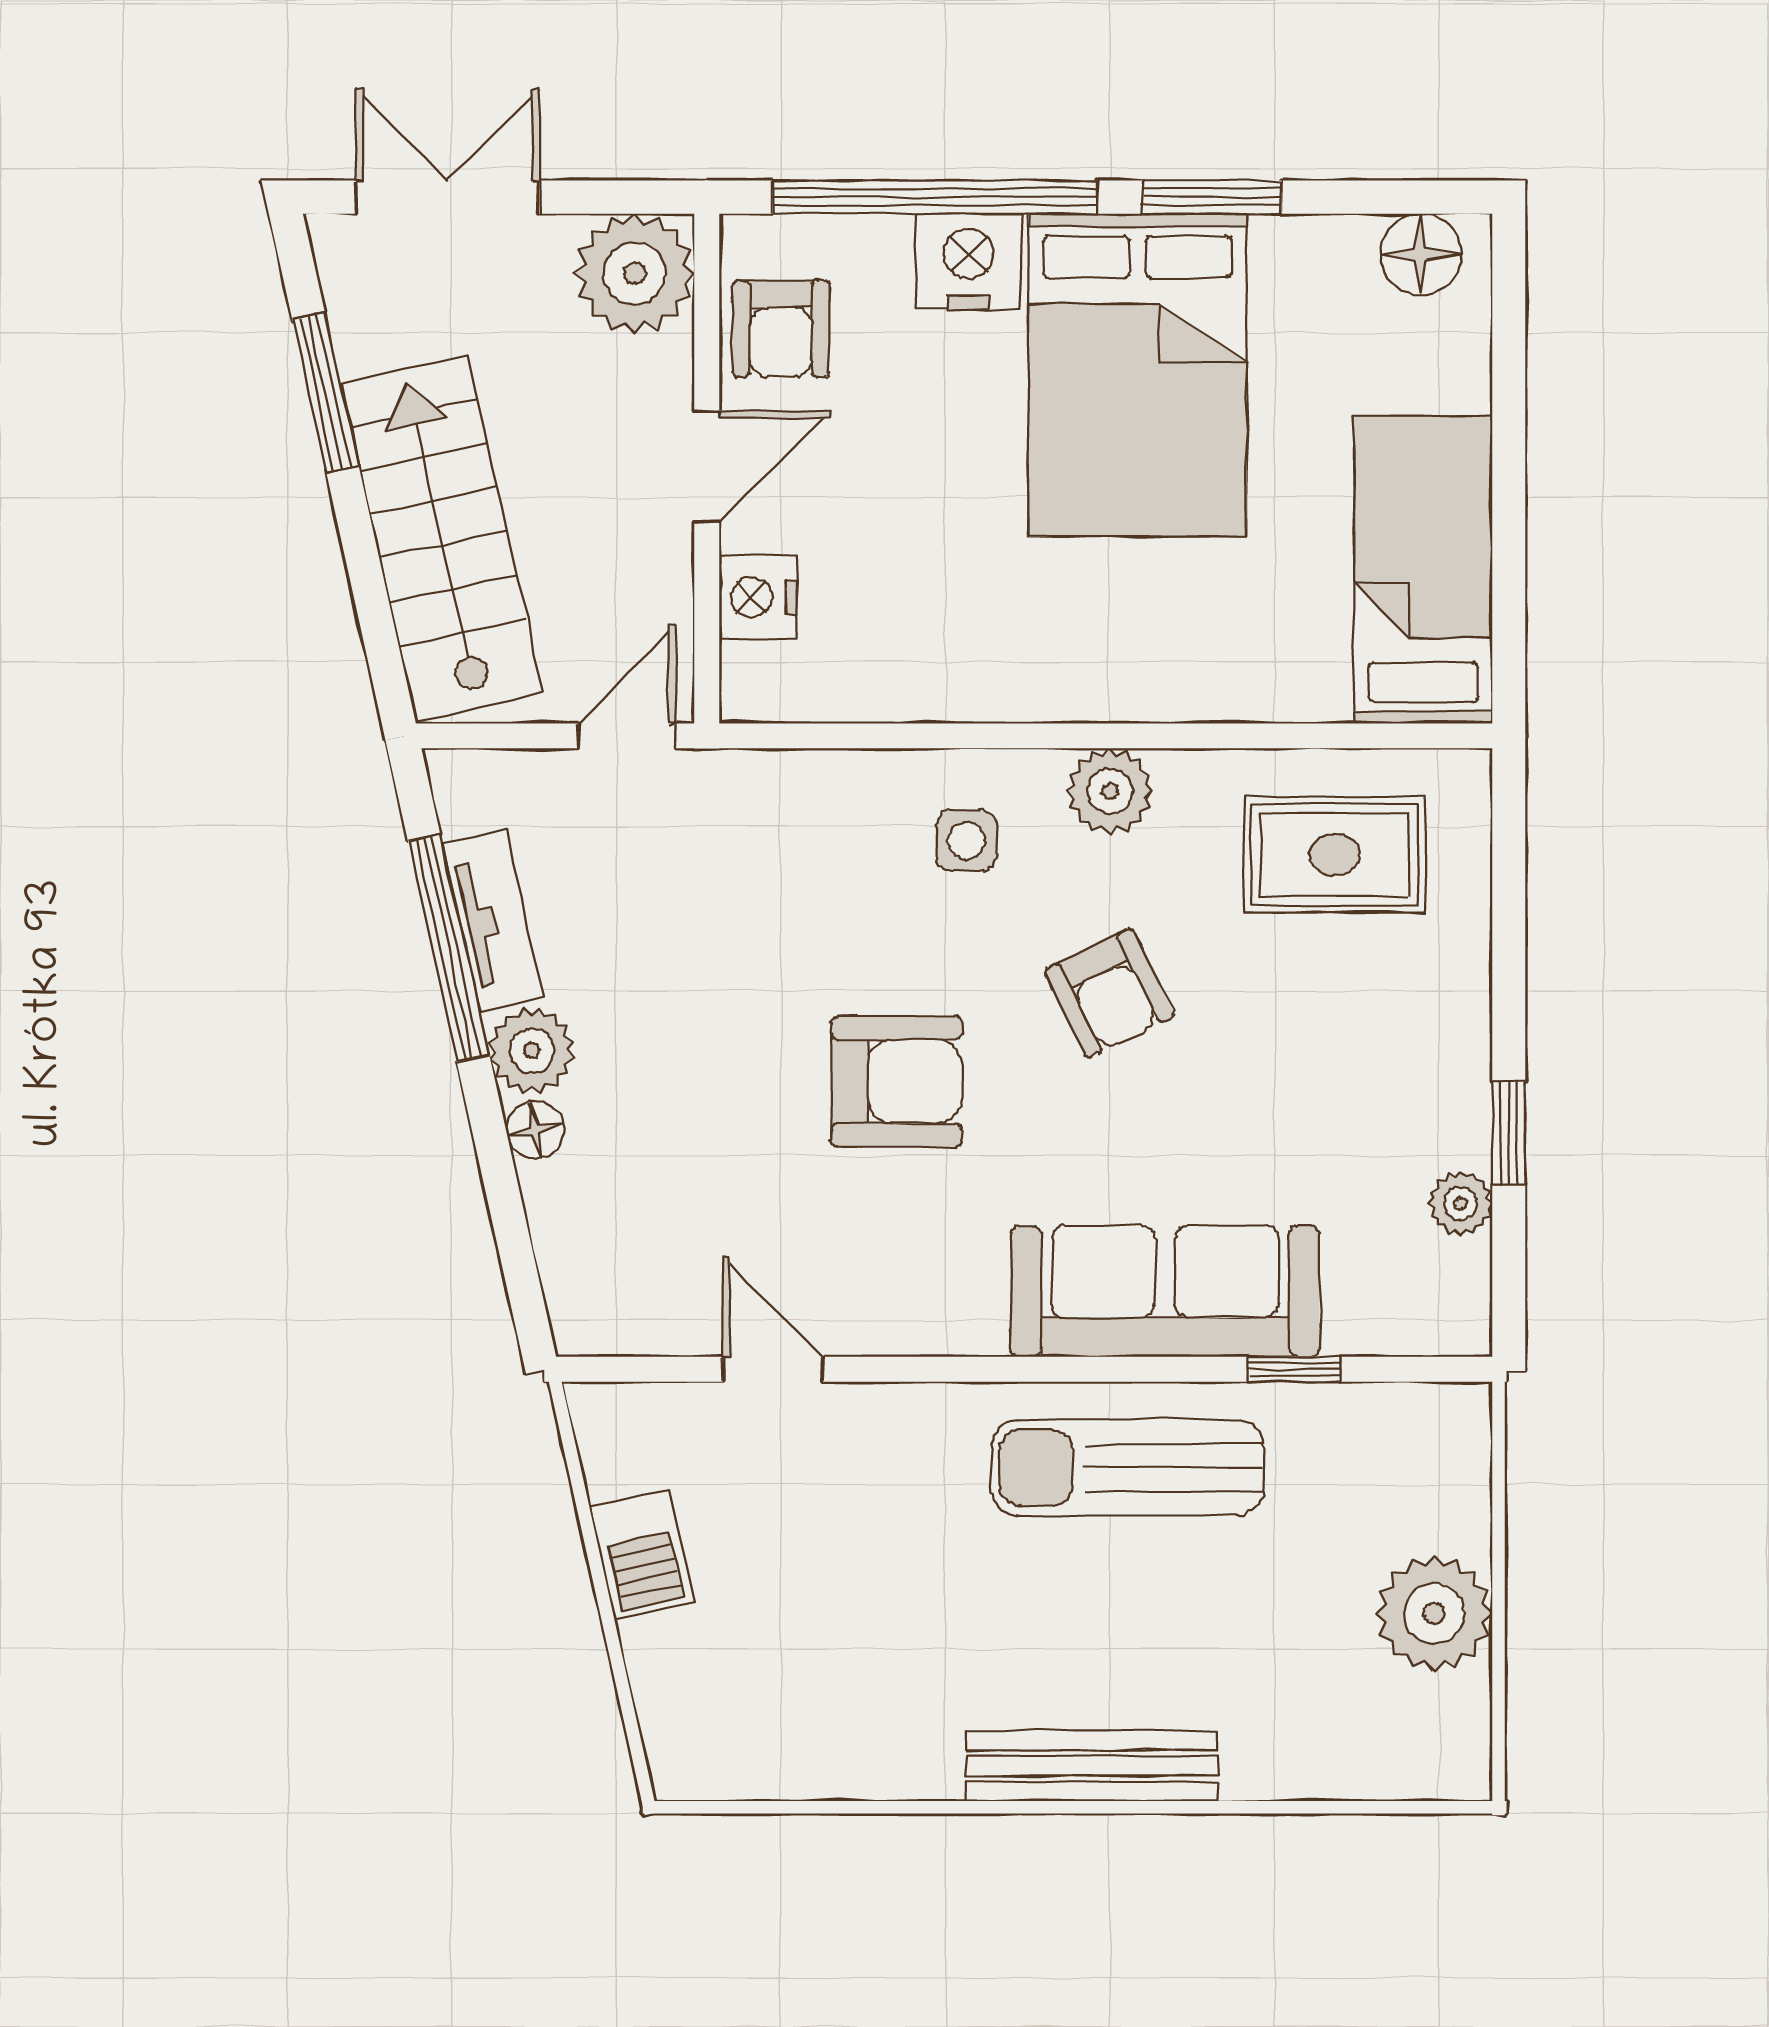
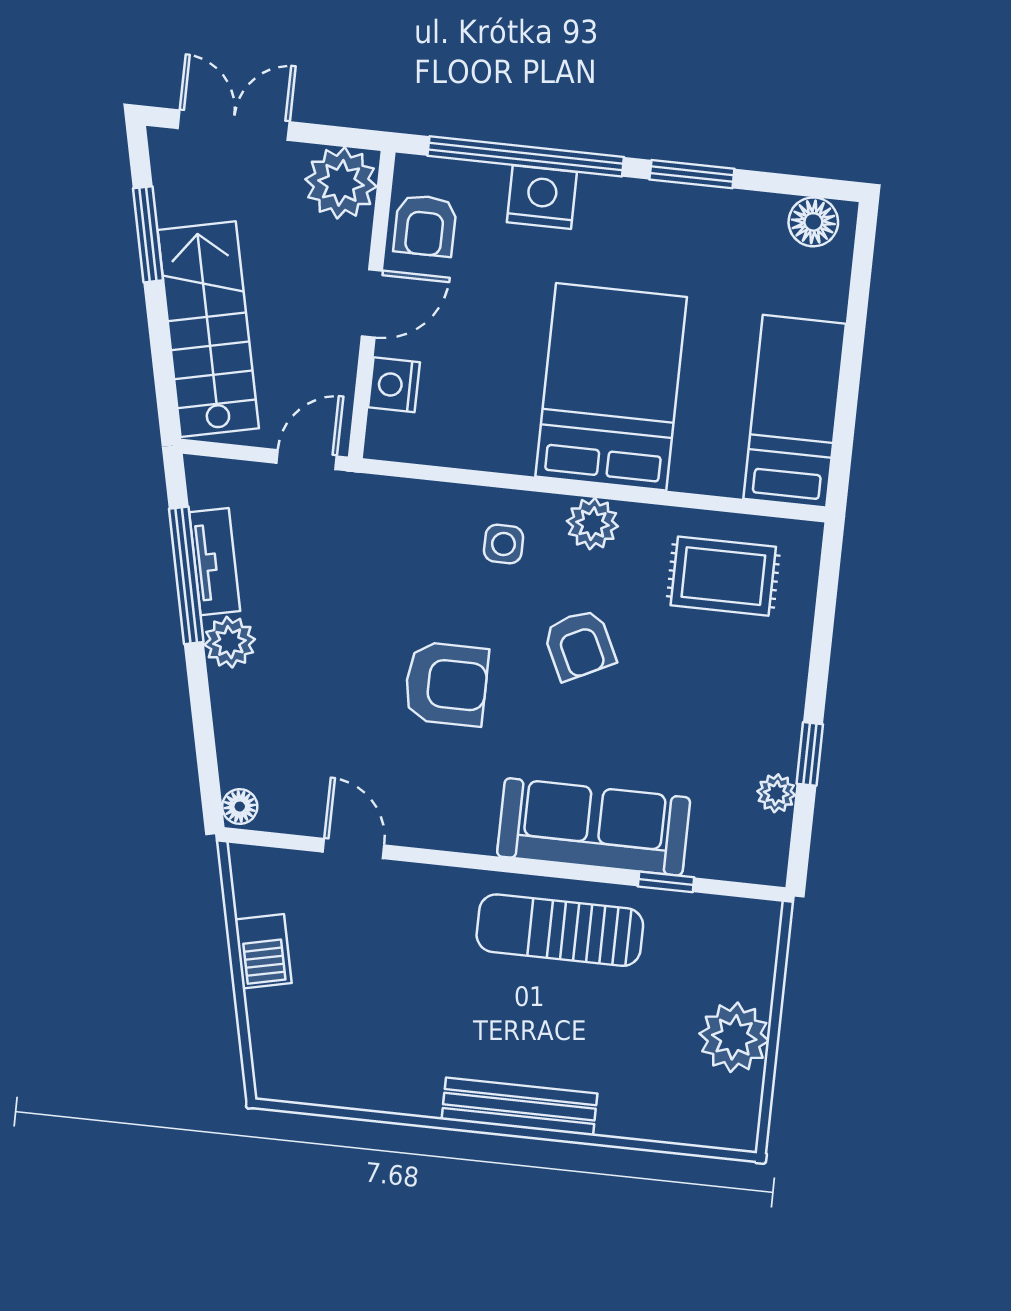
bed: (1137, 375) -> (611, 387), moved, turned 180
floor lamp: (535, 1130) -> (240, 807), moved

